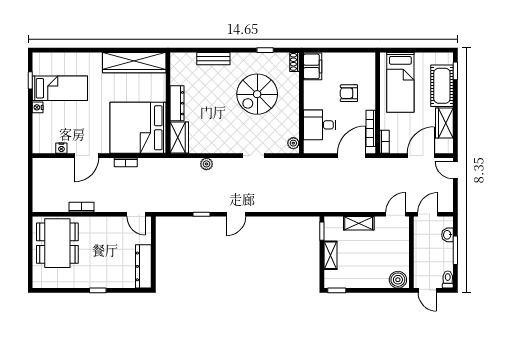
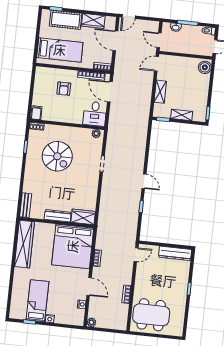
bench: (213, 59) -> (26, 205), moved
filing cabinet: (313, 66) -> (36, 113), width x0.50
desk: (320, 125) -> (95, 114), moved
plant: (206, 164) -> (91, 322), moved
door: (396, 214) -> (156, 64), hinge flipped

